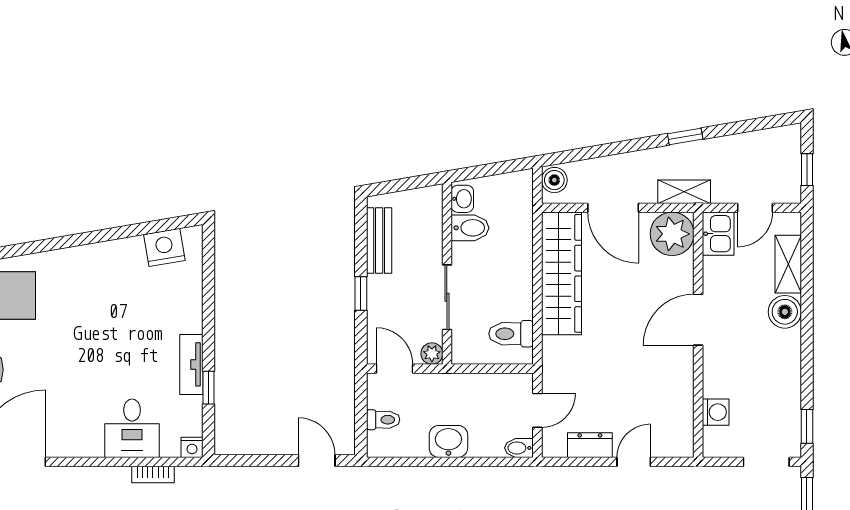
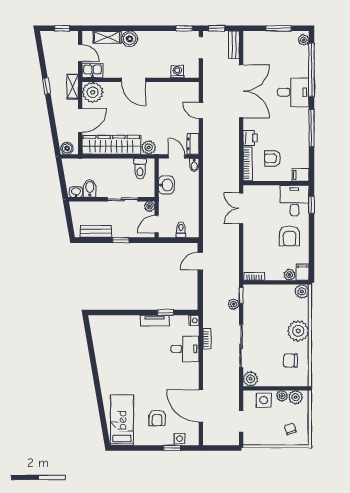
nightstand: (164, 247) -> (99, 333), removed
plant: (556, 352) -> (149, 147), added
washbasin: (448, 441) -> (166, 185), moved, turned 180
dresser: (590, 445) -> (193, 144), moved

